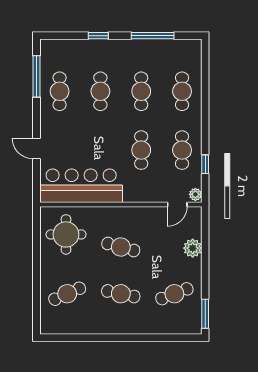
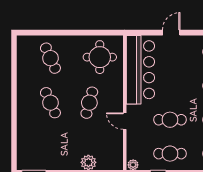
door: (177, 204) -> (125, 121), moved
cafe table: (121, 294) -> (50, 103), turned -36
cafe table: (174, 294) -> (50, 147), removed

